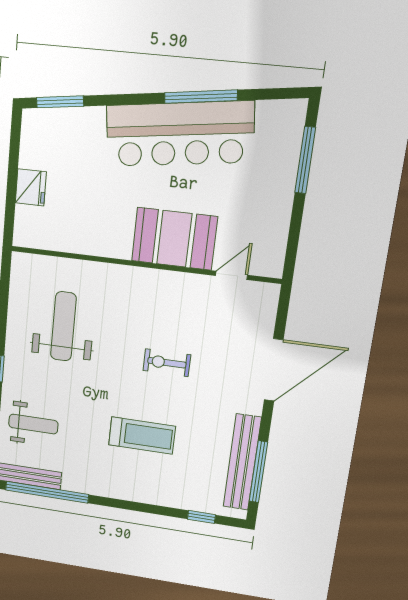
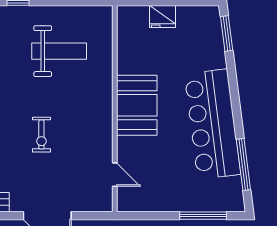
window: (201, 97) -> (243, 165), moved
booth: (174, 239) -> (137, 105), moved
exercise bike: (167, 363) -> (41, 135), turned 180

